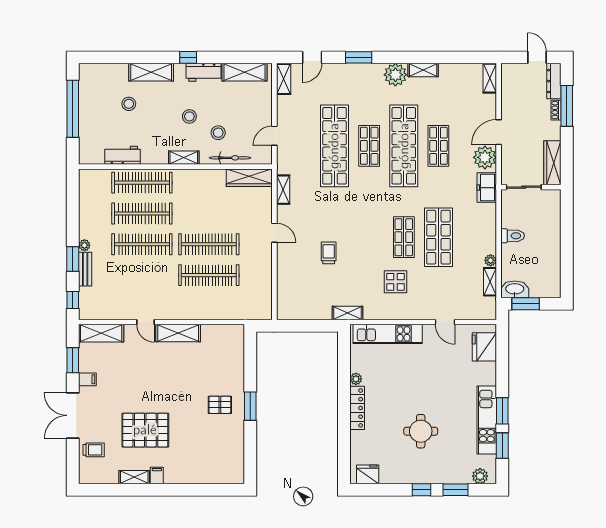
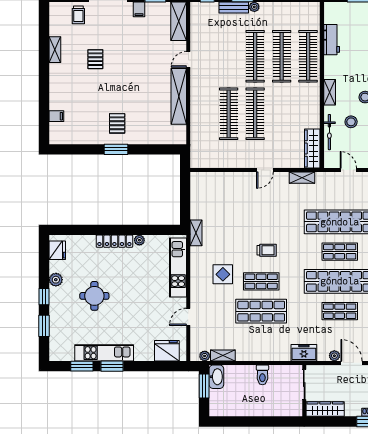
plant: (485, 157) -> (334, 356), width x0.53, depth x0.53
trolley: (329, 253) -> (267, 250), moved
plant: (491, 260) -> (205, 356), moved
shelving: (178, 333) -> (179, 96), width x1.47
pallet: (145, 430) -> (95, 59), width x0.49, depth x0.50
filing cabinet: (157, 475) -> (56, 116), moved
plant: (480, 476) -> (56, 280), moved

